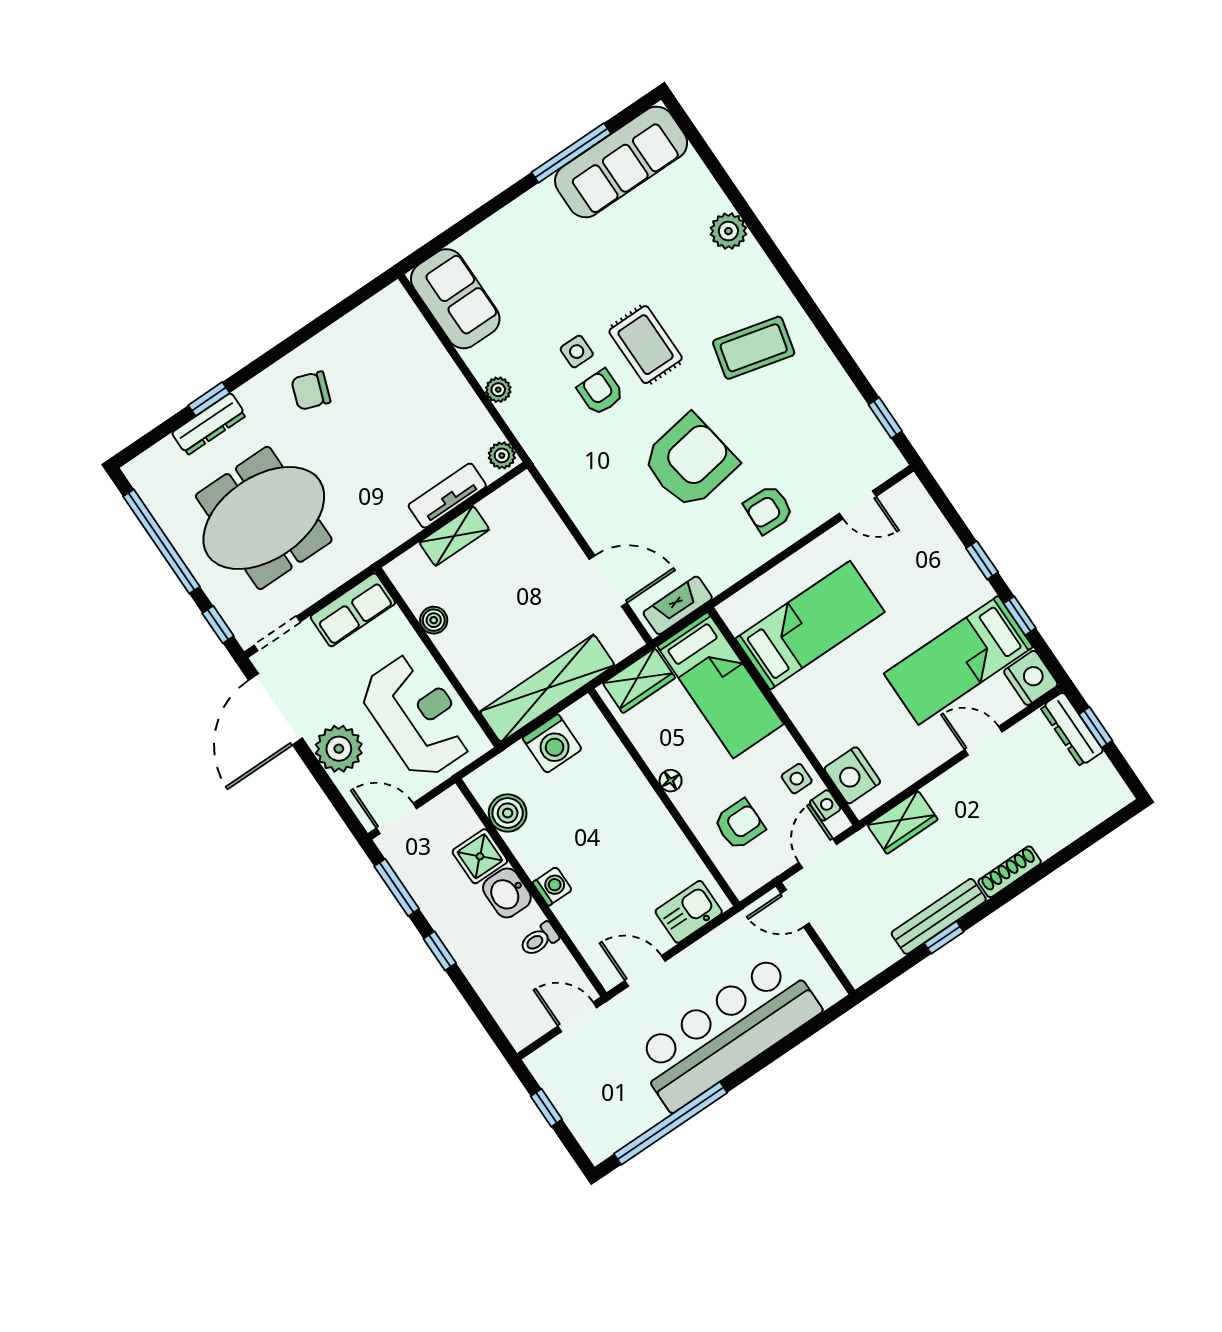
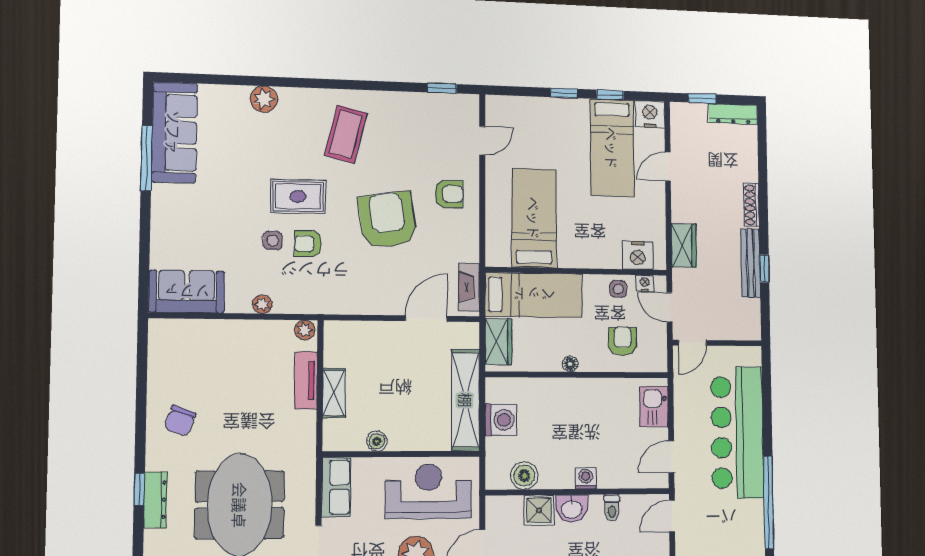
armchair: (768, 509) -> (449, 194), turned -92
dresser: (1072, 729) -> (733, 114), moved

